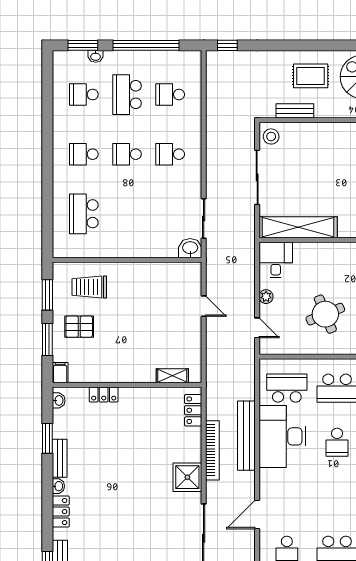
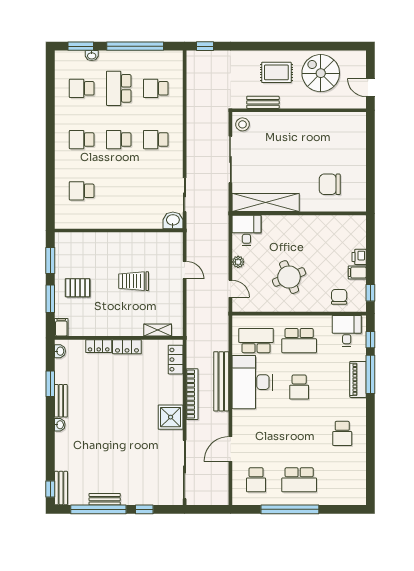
school desk: (84, 214) -> (82, 191), width x0.54
trolley: (89, 287) -> (134, 281), moved
locker: (61, 512) -> (127, 347), moved, turned 90

